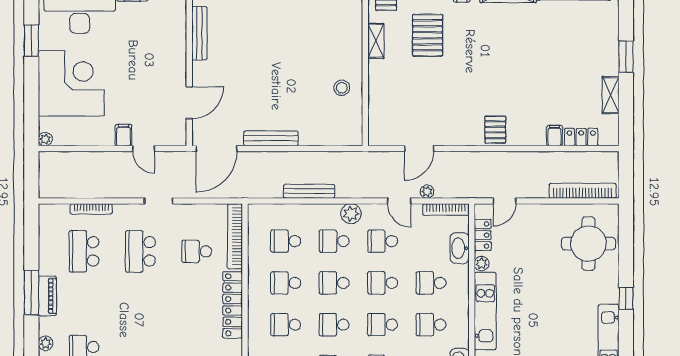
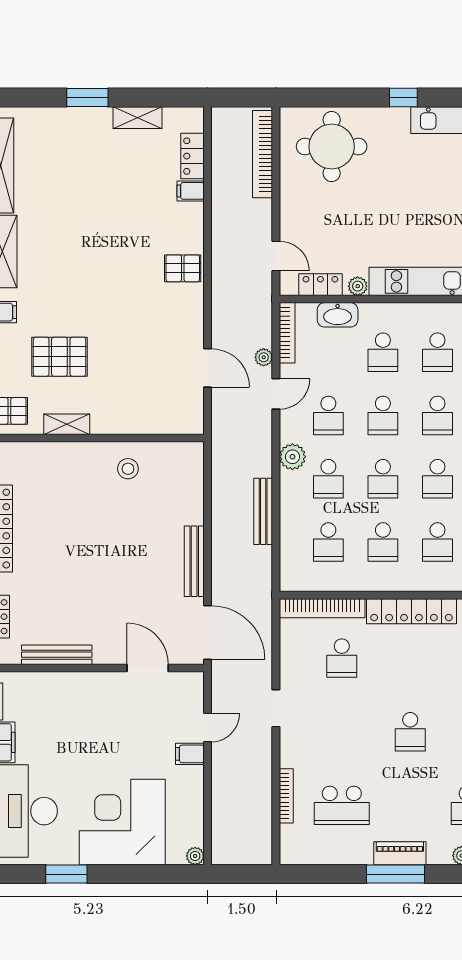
school desk: (140, 251) -> (410, 732), moved, width x0.54

